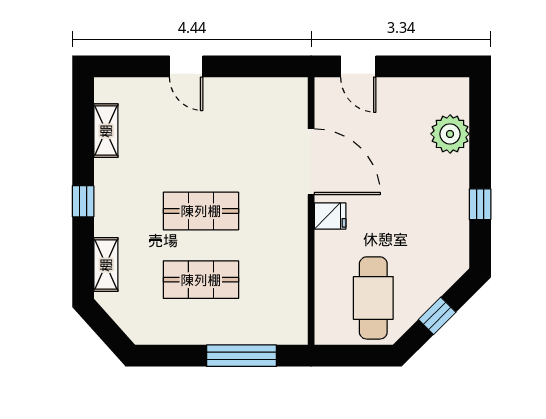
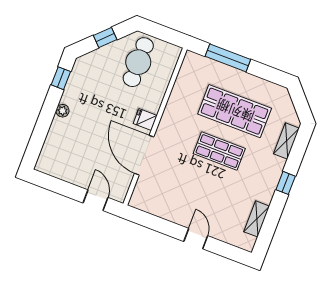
plant: (450, 134) -> (62, 111), moved, width x0.53, depth x0.53
window: (480, 204) -> (61, 78), moved
shop shelf: (201, 280) -> (235, 111), width x1.43, depth x1.36

